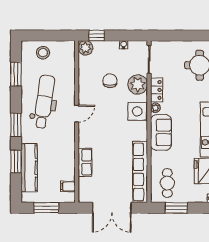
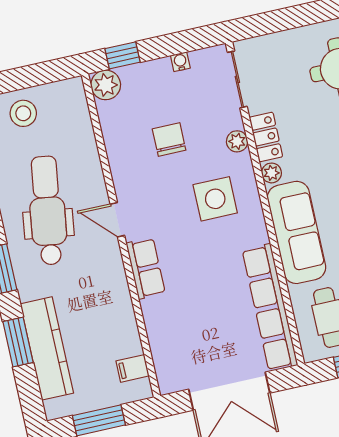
plant: (138, 84) -> (237, 141), width x0.53, depth x0.53
side table: (137, 111) -> (215, 199), moved
door: (77, 114) -> (117, 220), swing flipped
sofa: (161, 132) -> (296, 232), width x1.36
row of seats: (85, 162) -> (146, 268), moved

